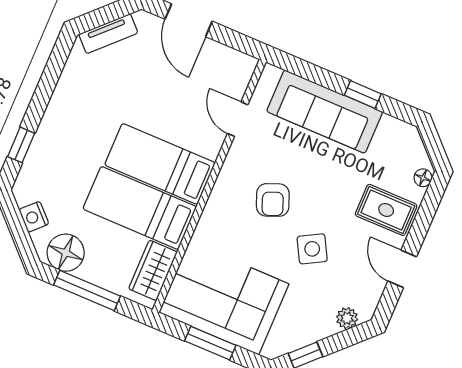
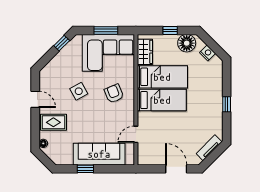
door: (238, 119) -> (136, 134), swing flipped
window: (21, 145) -> (227, 104), moved
armchair: (273, 200) -> (114, 94), moved
window: (87, 291) -> (170, 30), width x0.46
plant: (347, 318) -> (50, 67), removed

